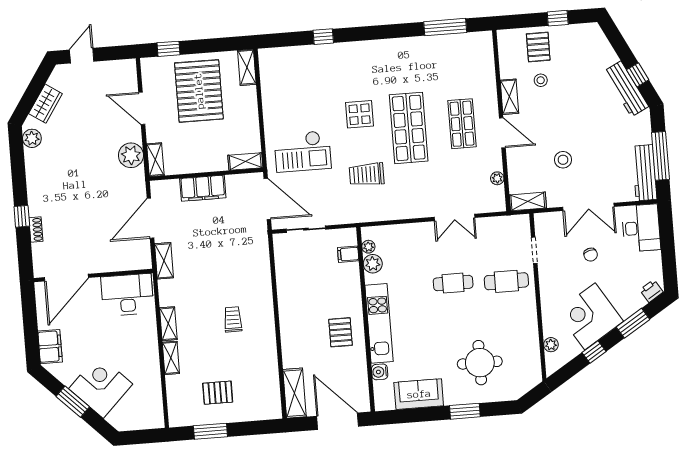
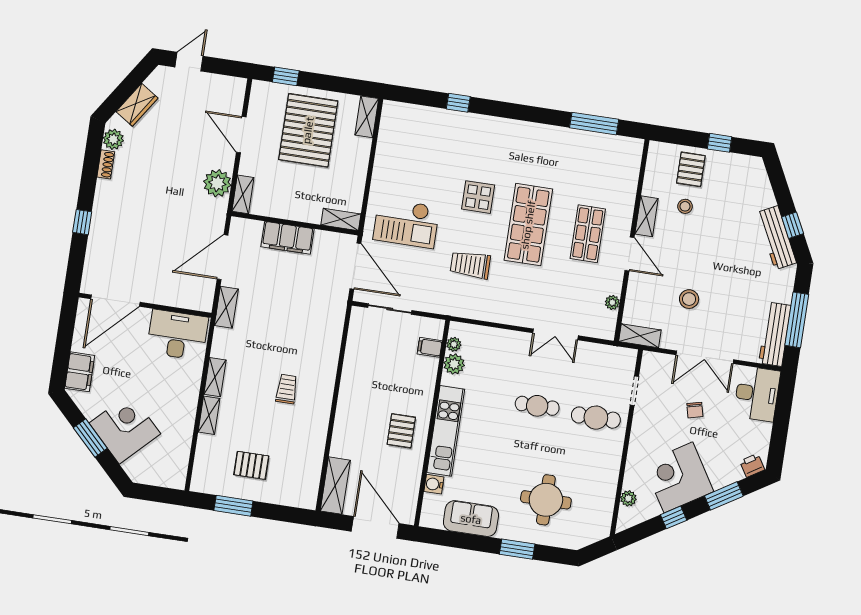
shoe rack: (36, 230) -> (106, 164), moved

